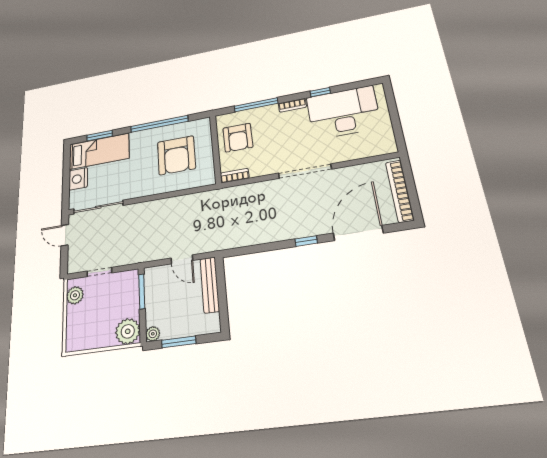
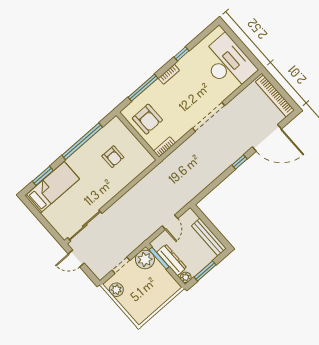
desk: (343, 112) -> (228, 63), moved, turned 90
armchair: (176, 155) -> (113, 157), width x0.53, depth x0.53
nightstand: (78, 179) -> (53, 216), removed
door: (358, 233) -> (267, 138), swing flipped
door: (182, 259) -> (170, 222), hinge flipped
bench: (210, 285) -> (209, 237), moved
dresser: (153, 303) -> (172, 260), added
plant: (128, 331) -> (145, 259), moved

